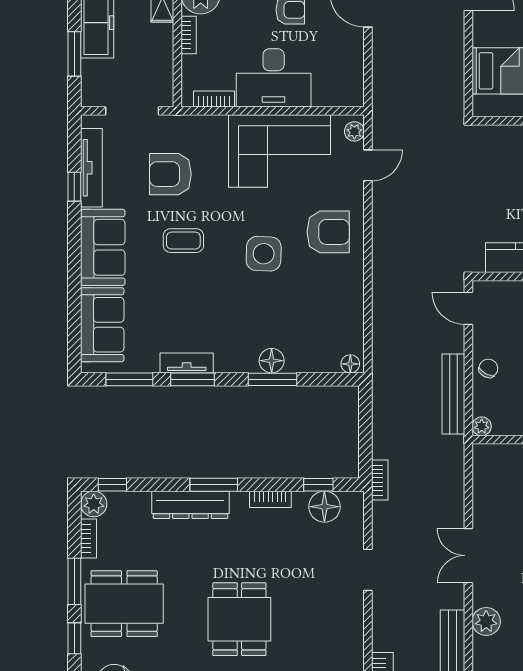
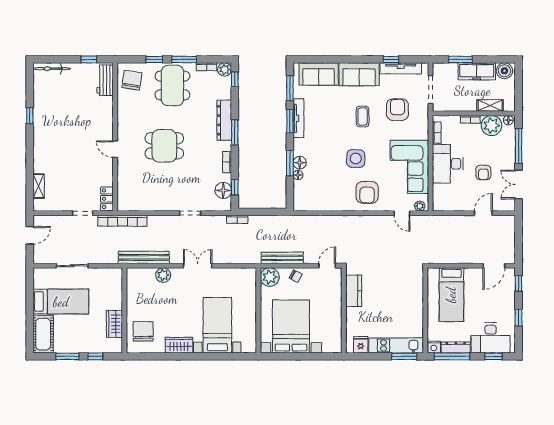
tv unit: (187, 363) -> (298, 118), width x1.41
floor lamp: (350, 364) -> (298, 175), moved
plant: (482, 426) -> (270, 277), width x1.87, depth x1.87

